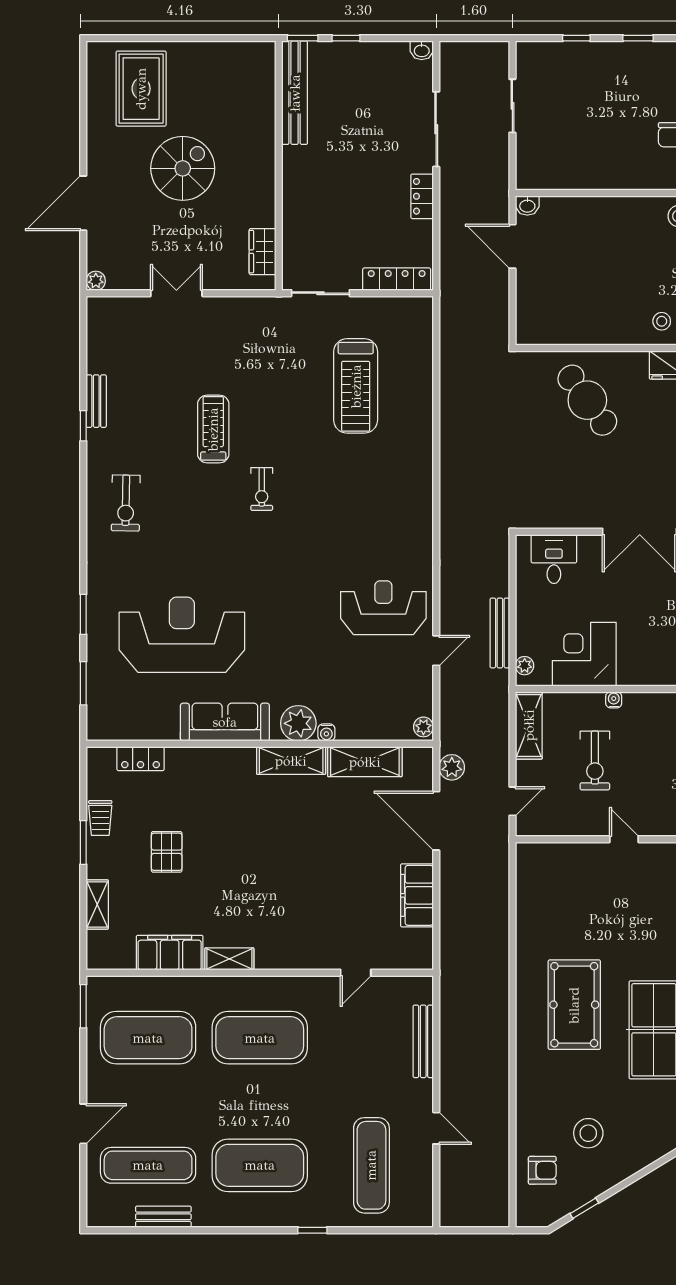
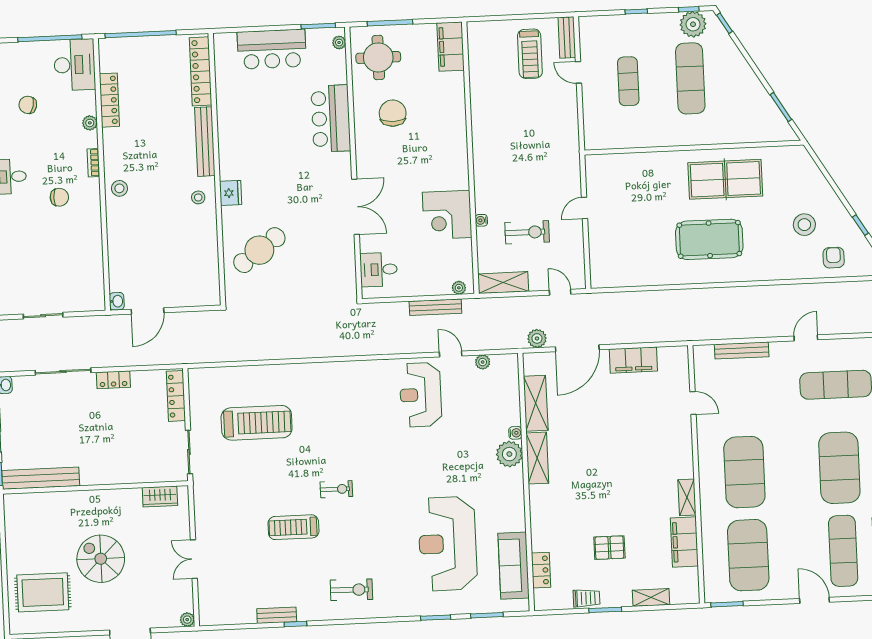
corner desk: (584, 654) -> (447, 215), moved
sofa: (225, 722) -> (514, 566), moved
plant: (423, 727) -> (483, 362), moved

